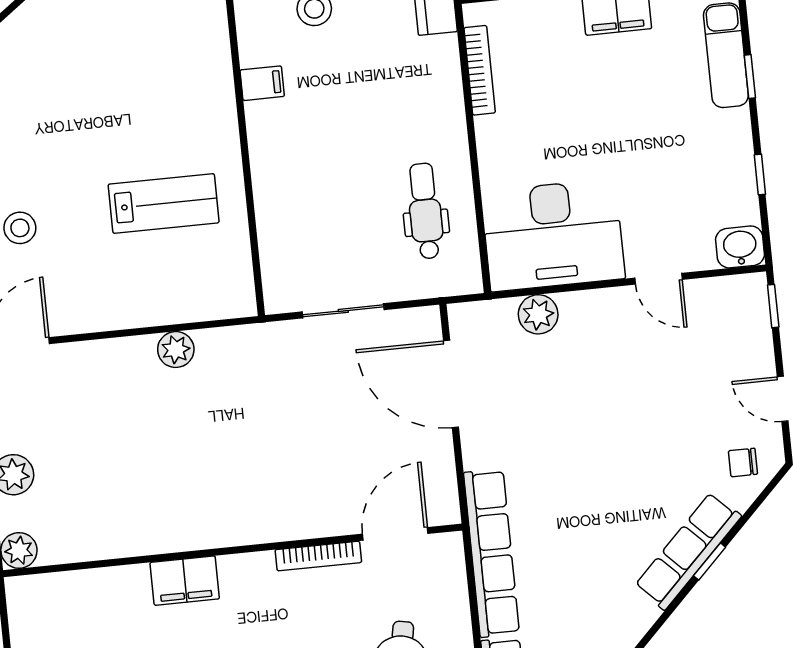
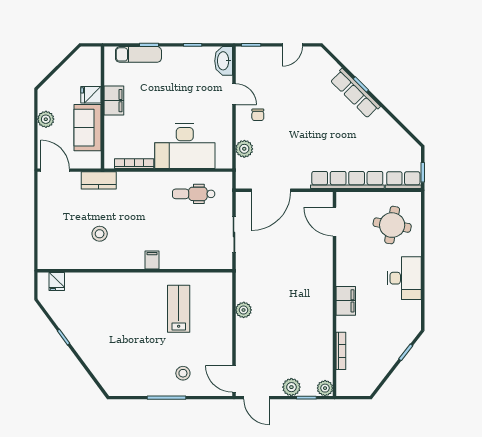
filing cabinet: (262, 83) -> (152, 260), moved
desk: (553, 235) -> (185, 146), moved, turned 90
washbasin: (740, 247) -> (224, 61), width x1.38
door: (659, 279) -> (234, 94), hinge flipped
chair: (743, 462) -> (258, 115), moved
bookcase: (318, 556) -> (341, 351), moved
filing cabinet: (185, 581) -> (346, 301), moved

